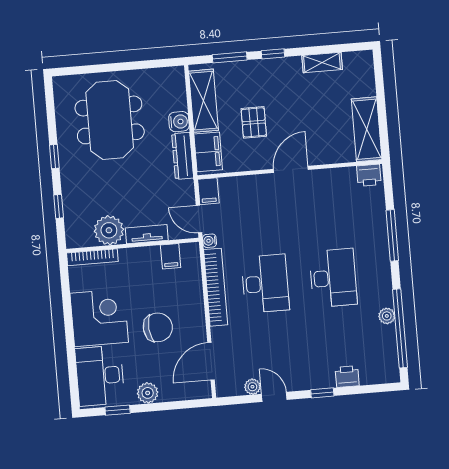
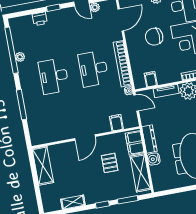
printer: (369, 175) -> (39, 139), removed
filing cabinet: (208, 191) -> (116, 123), moved

